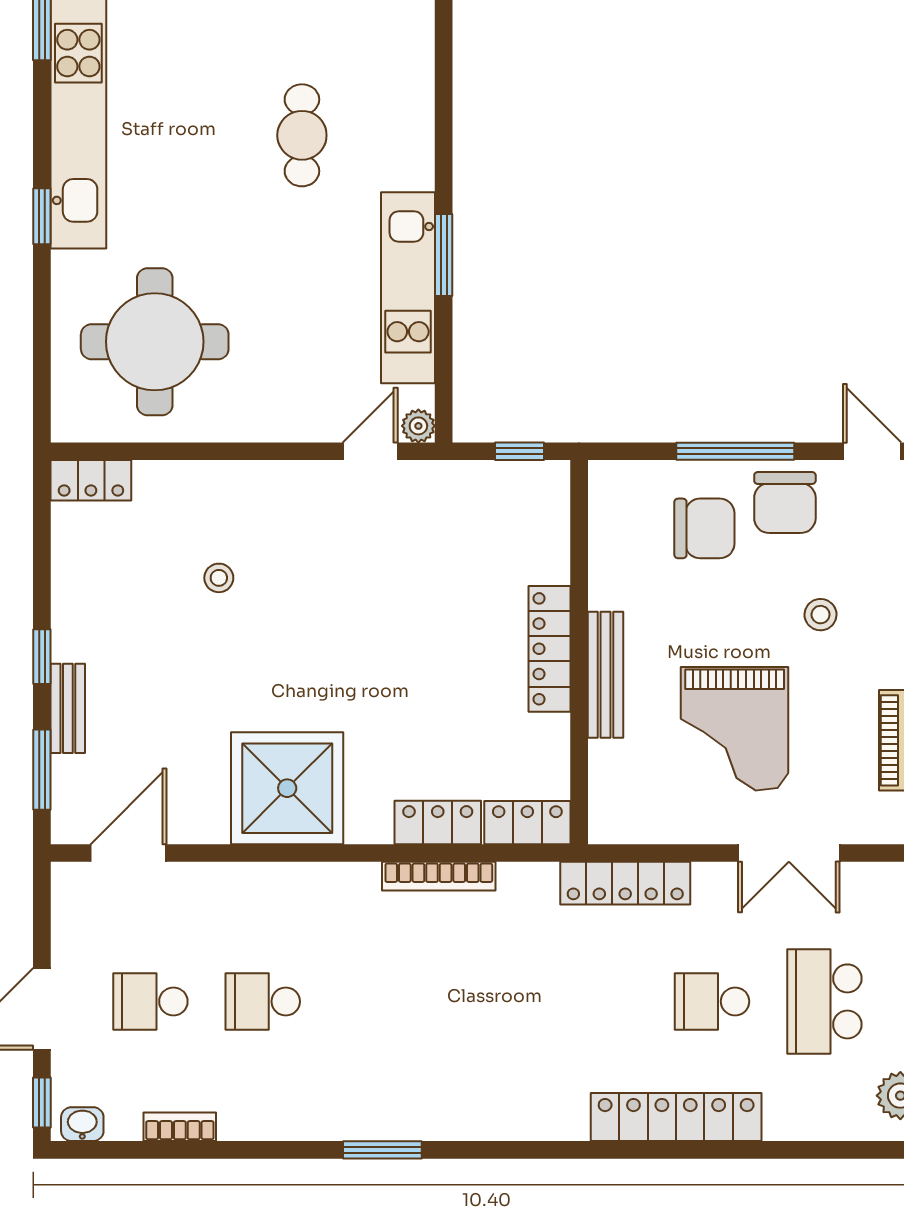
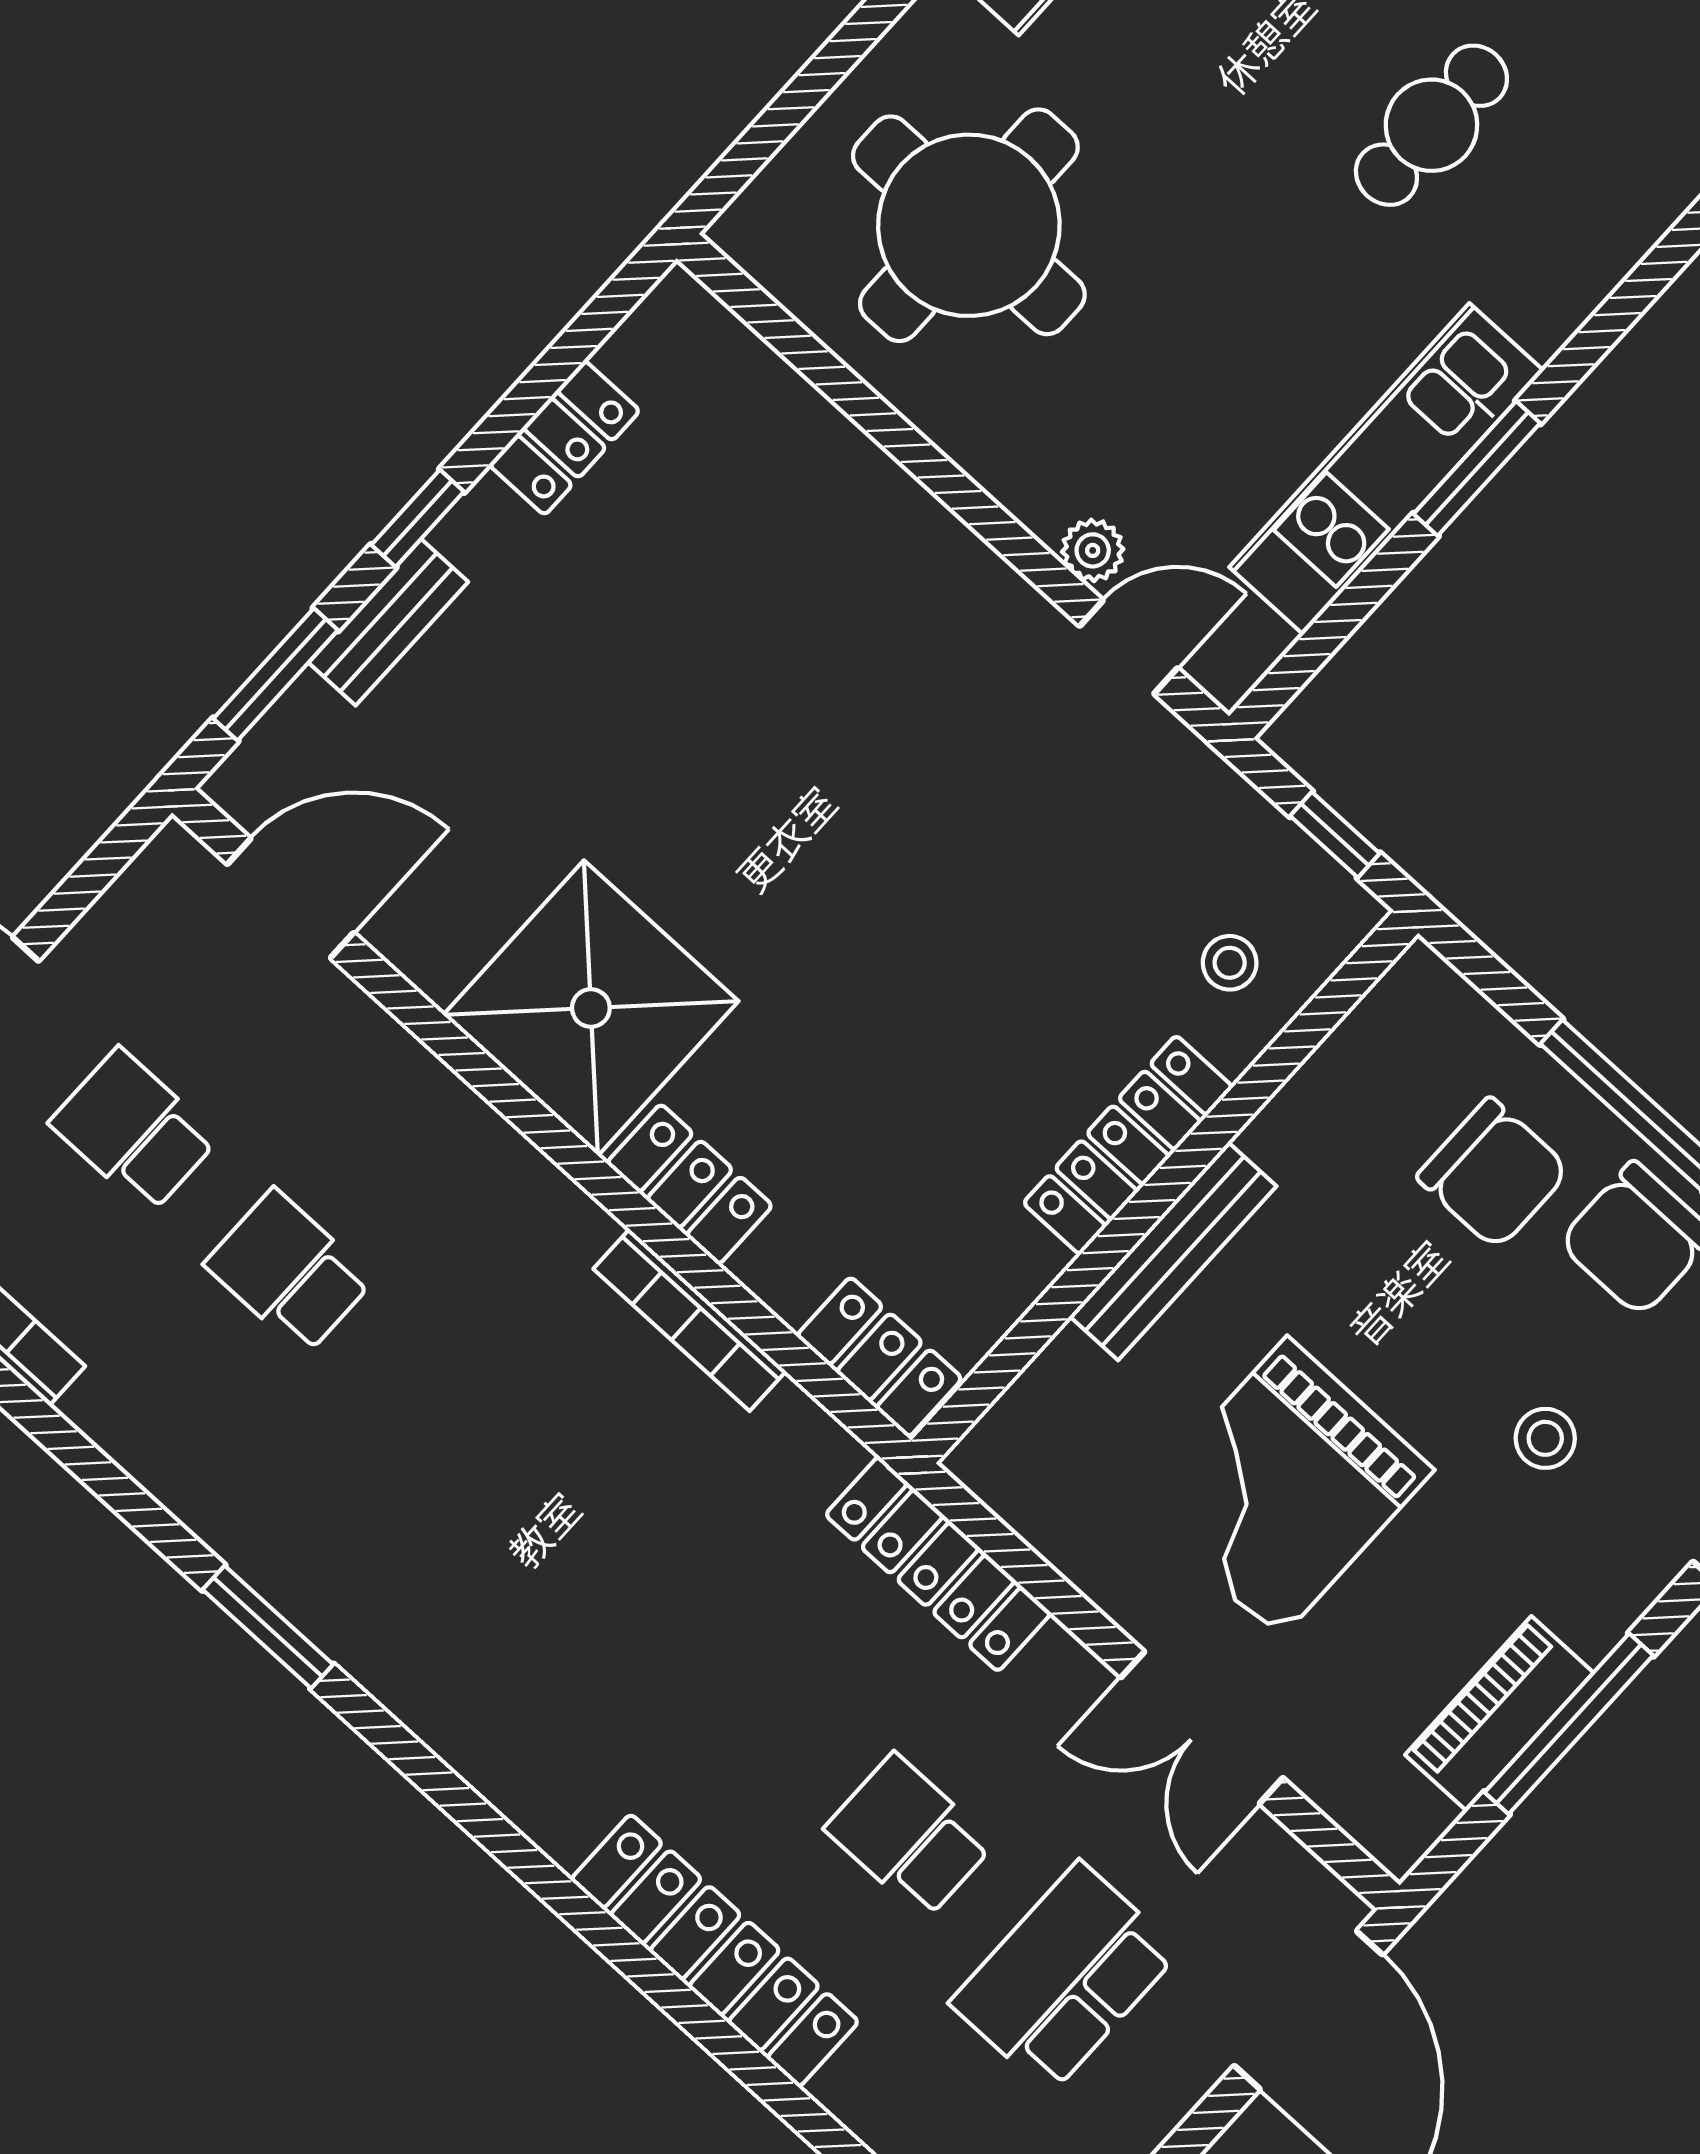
plant: (418, 426) -> (1093, 550), moved
locker: (91, 480) -> (564, 438), moved, turned -90
stool: (219, 578) -> (1230, 963), moved
locker: (438, 822) -> (690, 1184), moved

